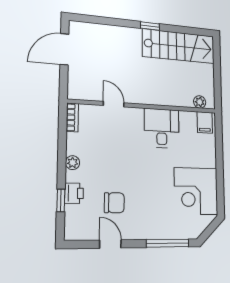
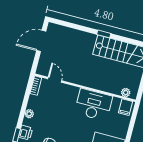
door: (114, 104) -> (55, 80), moved
desk: (162, 128) -> (93, 105), width x1.37

